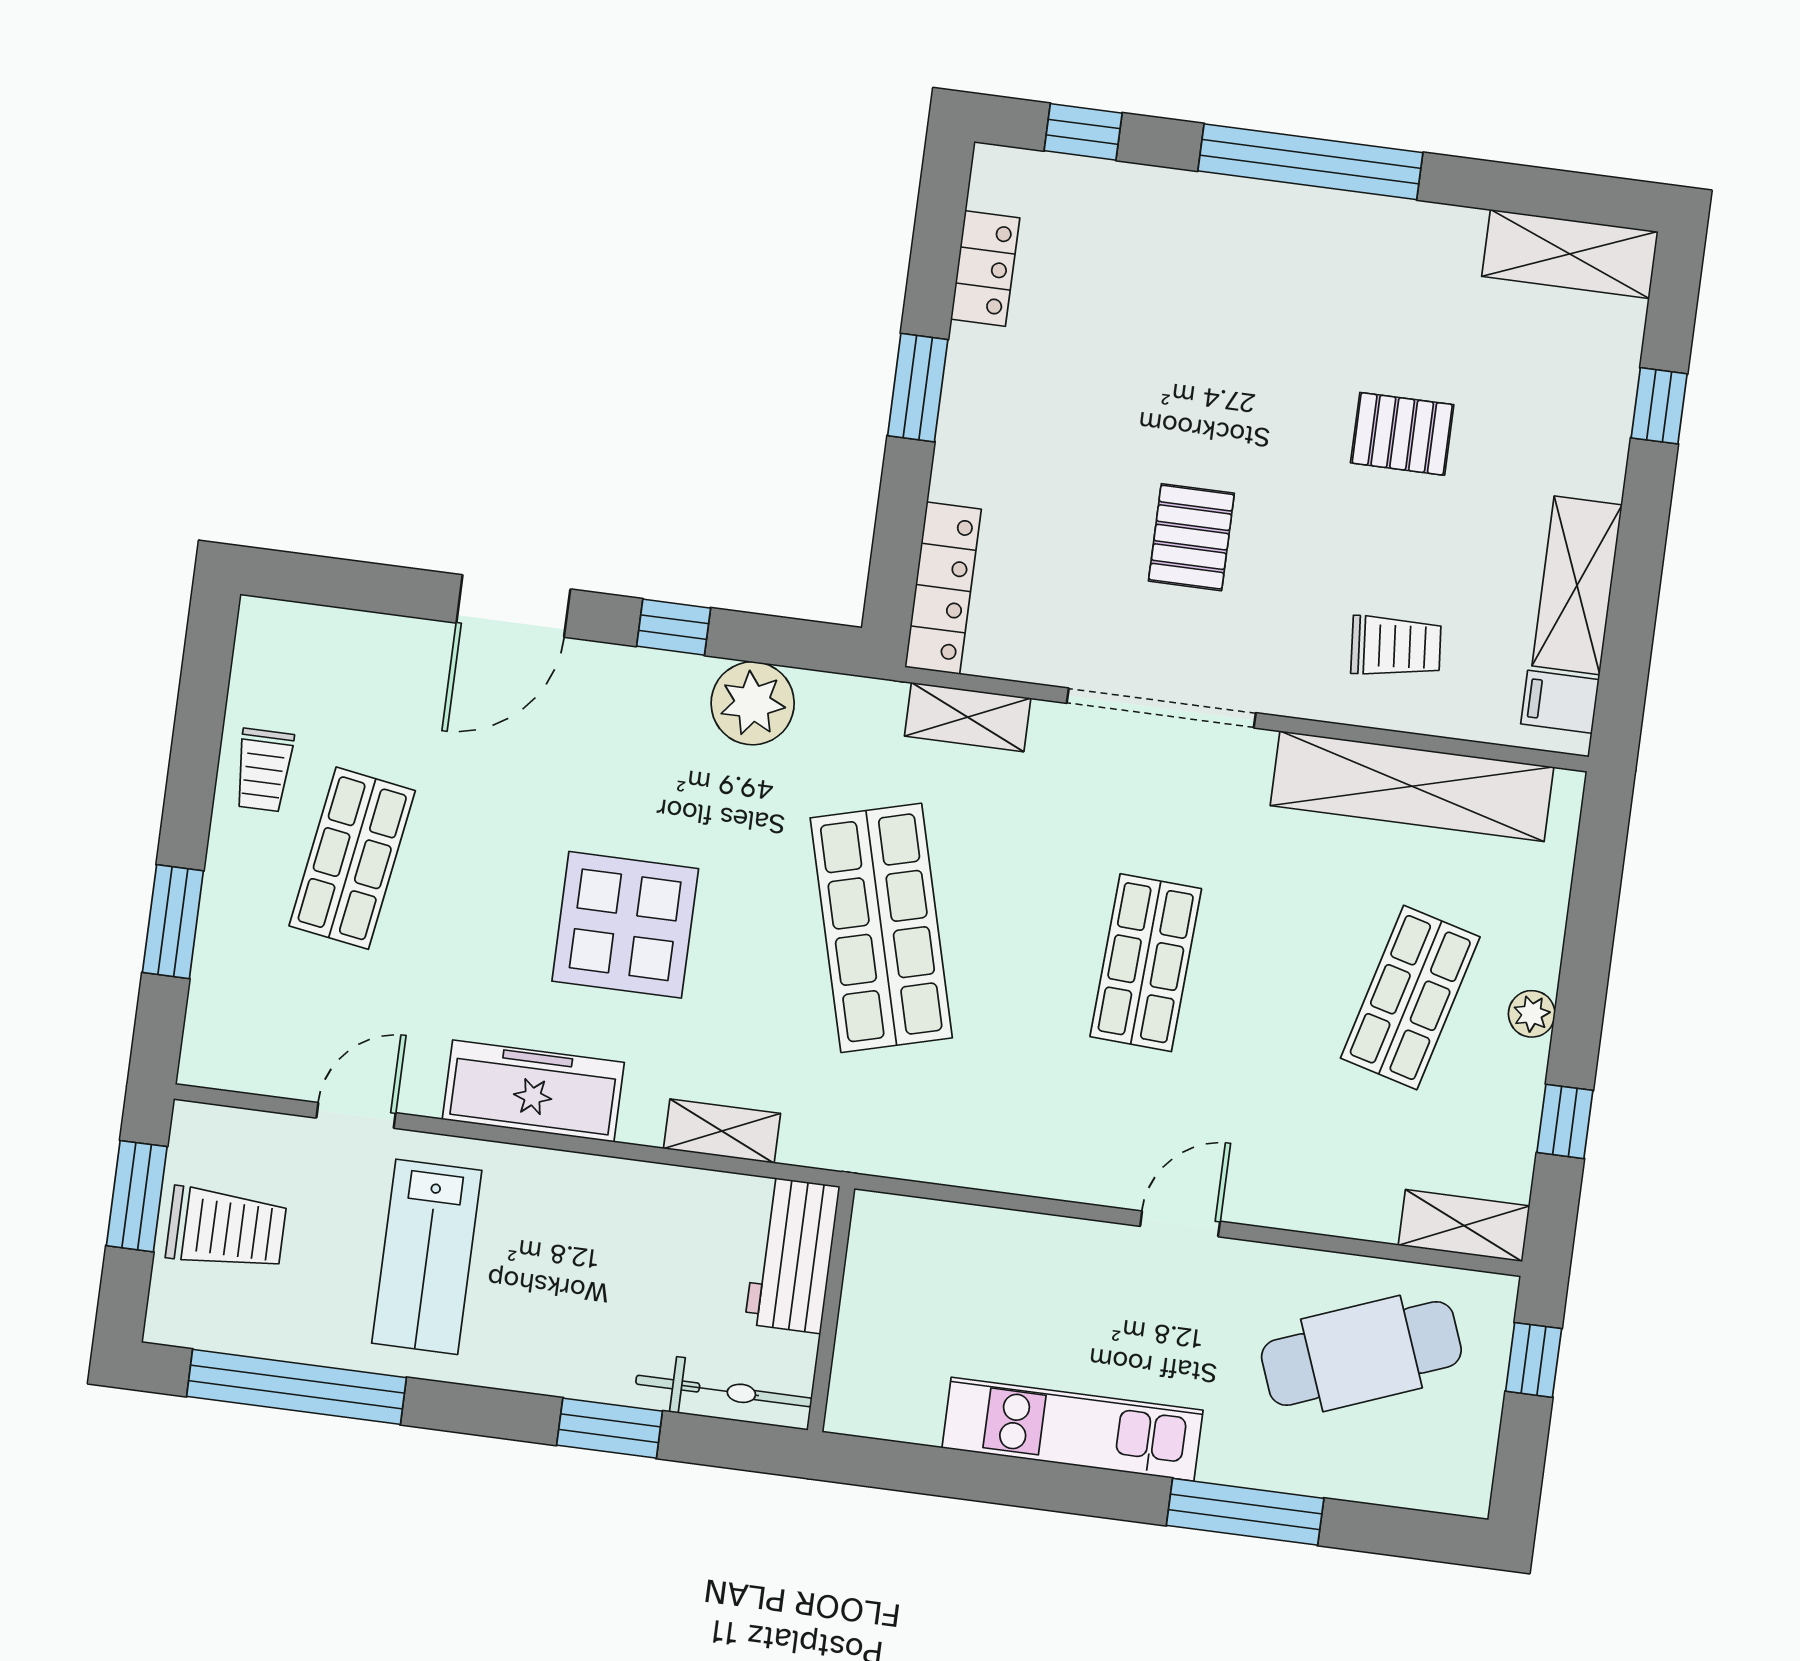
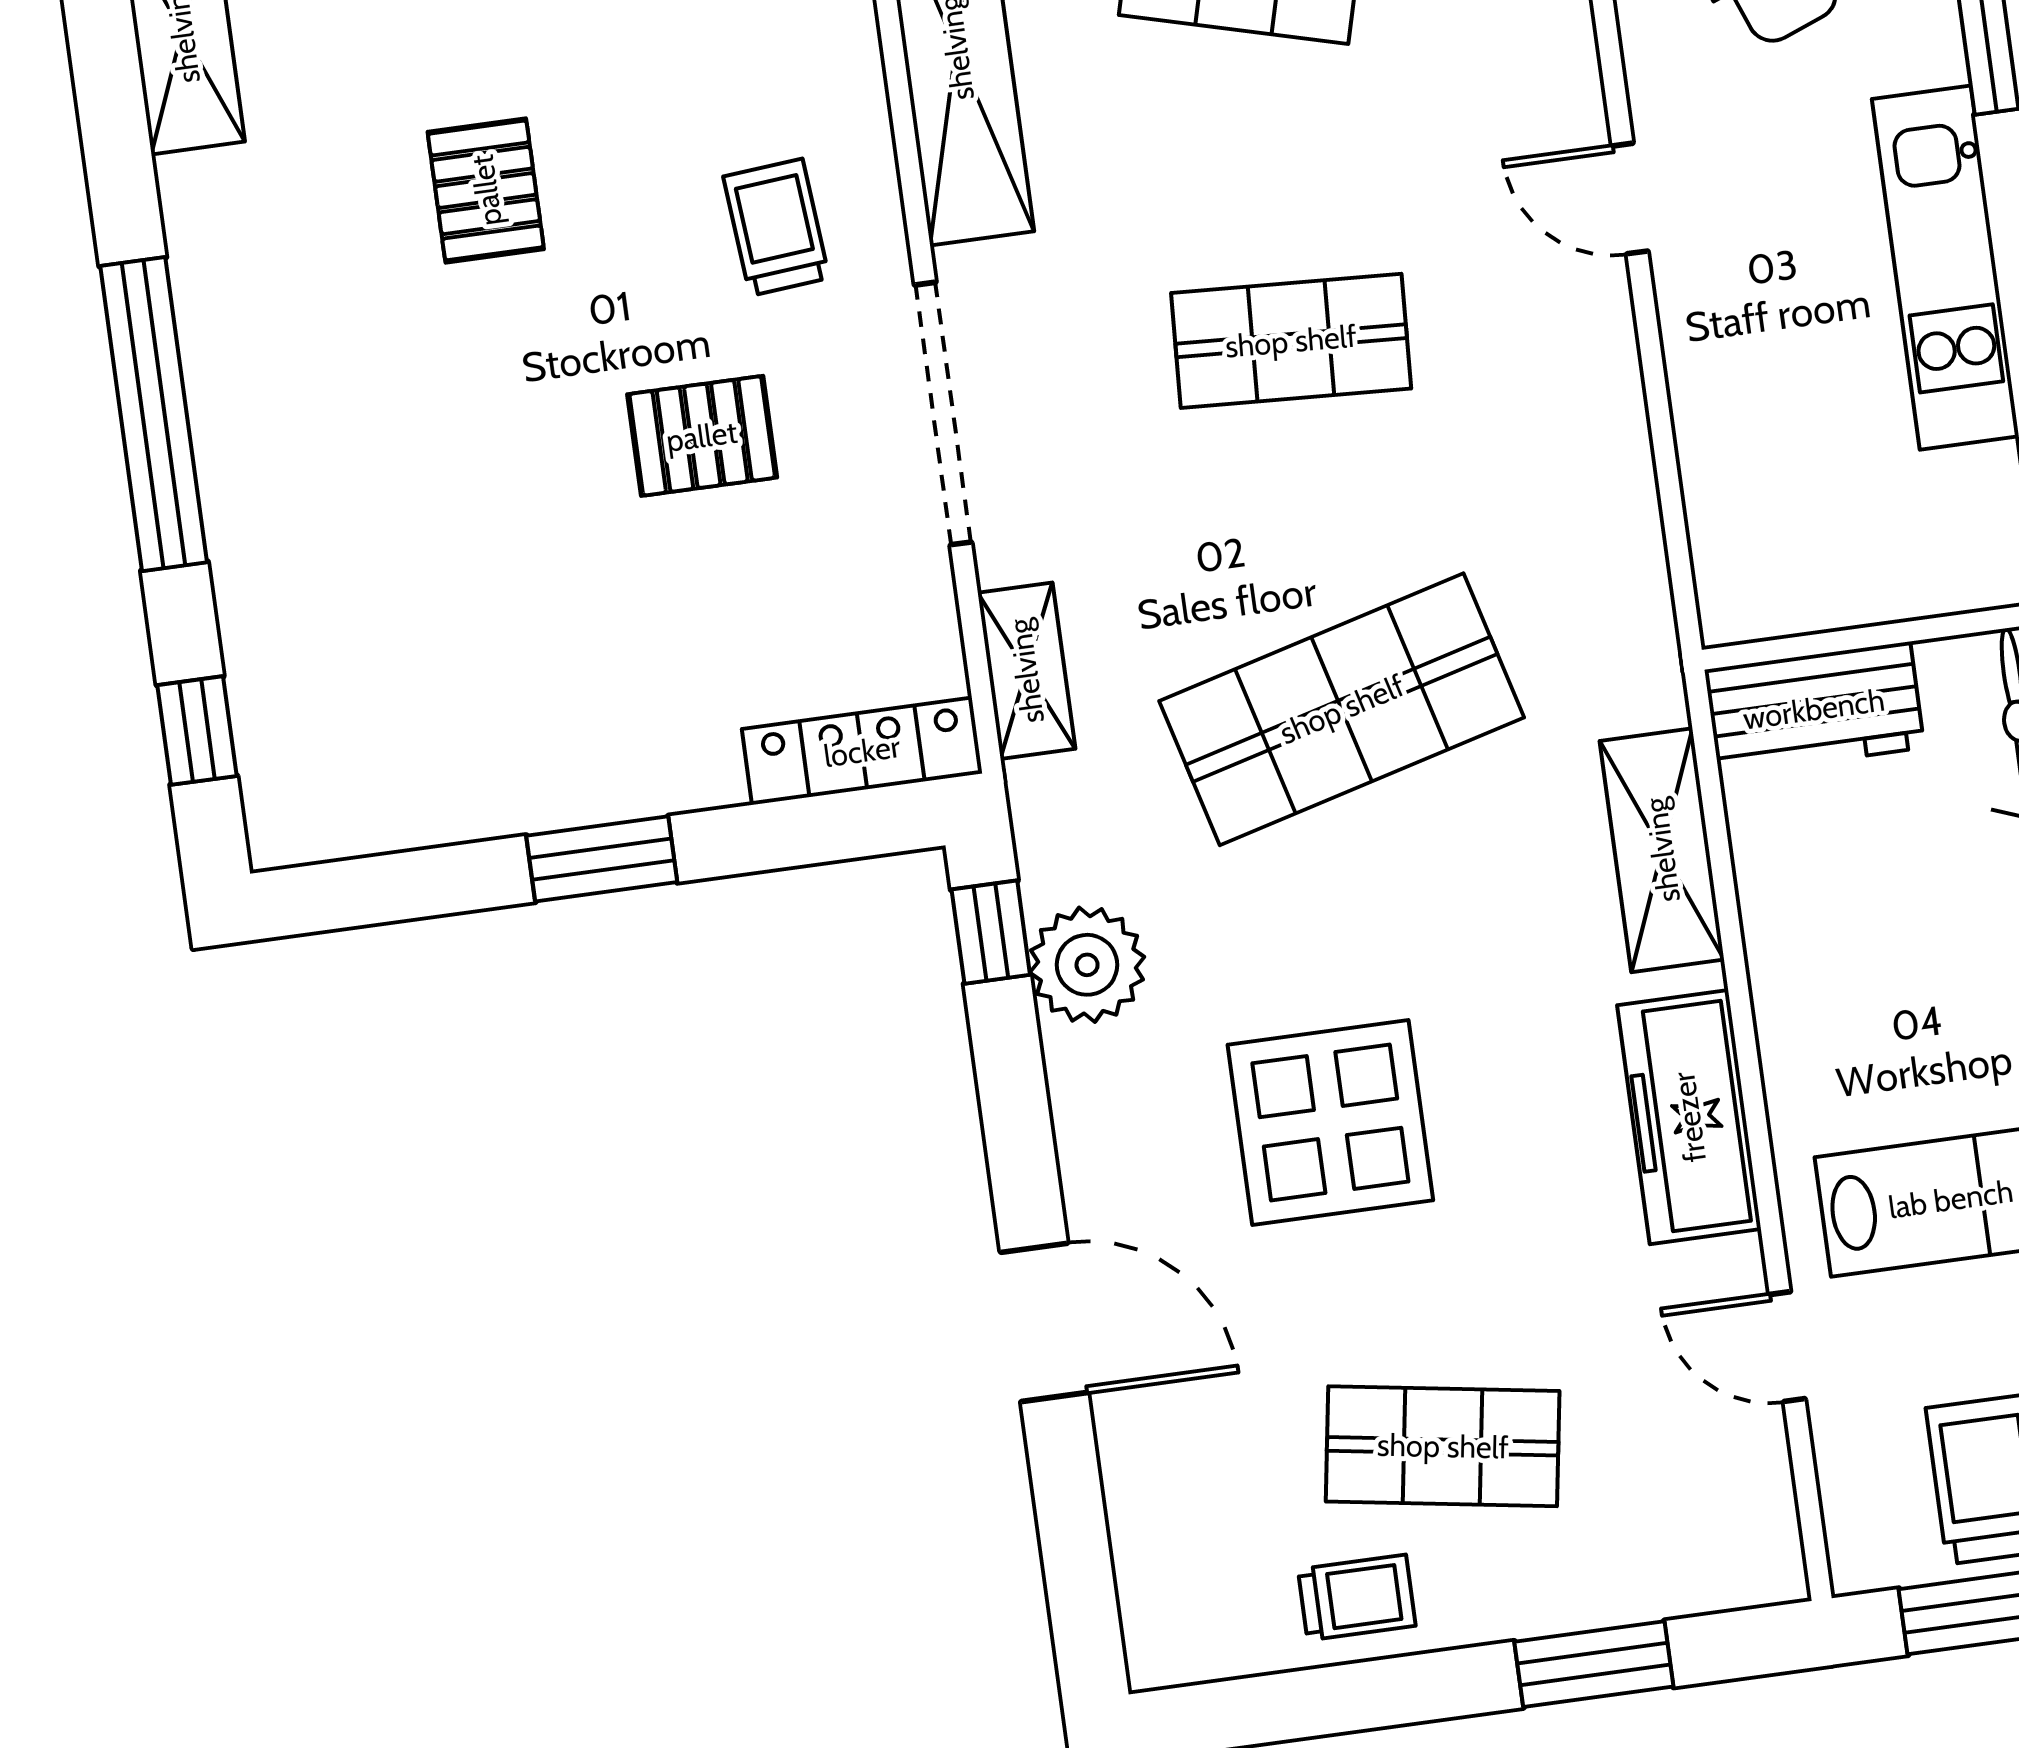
locker: (985, 269) -> (417, 812), removed
window: (674, 627) -> (991, 932), moved
trolley: (1396, 646) -> (776, 227), moved
display table: (625, 925) -> (1330, 1122), moved
shelving: (722, 1131) -> (1662, 850), width x1.50, depth x1.33

